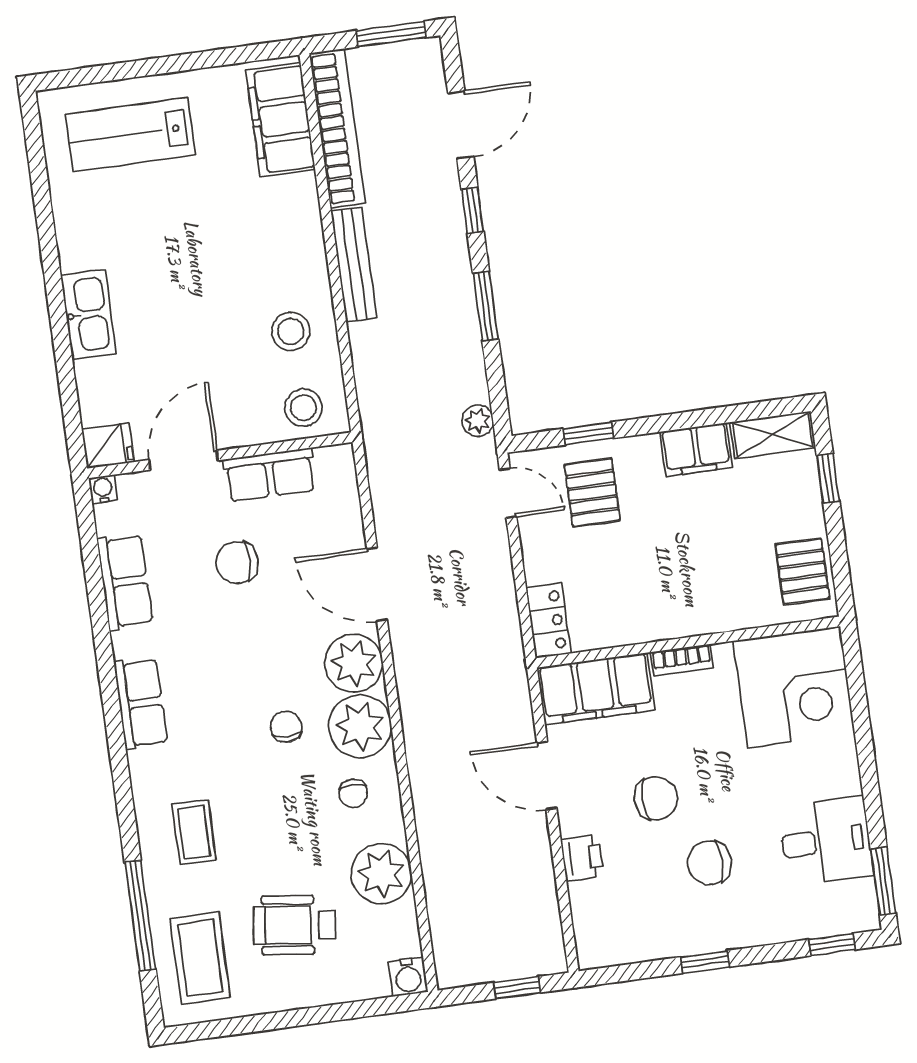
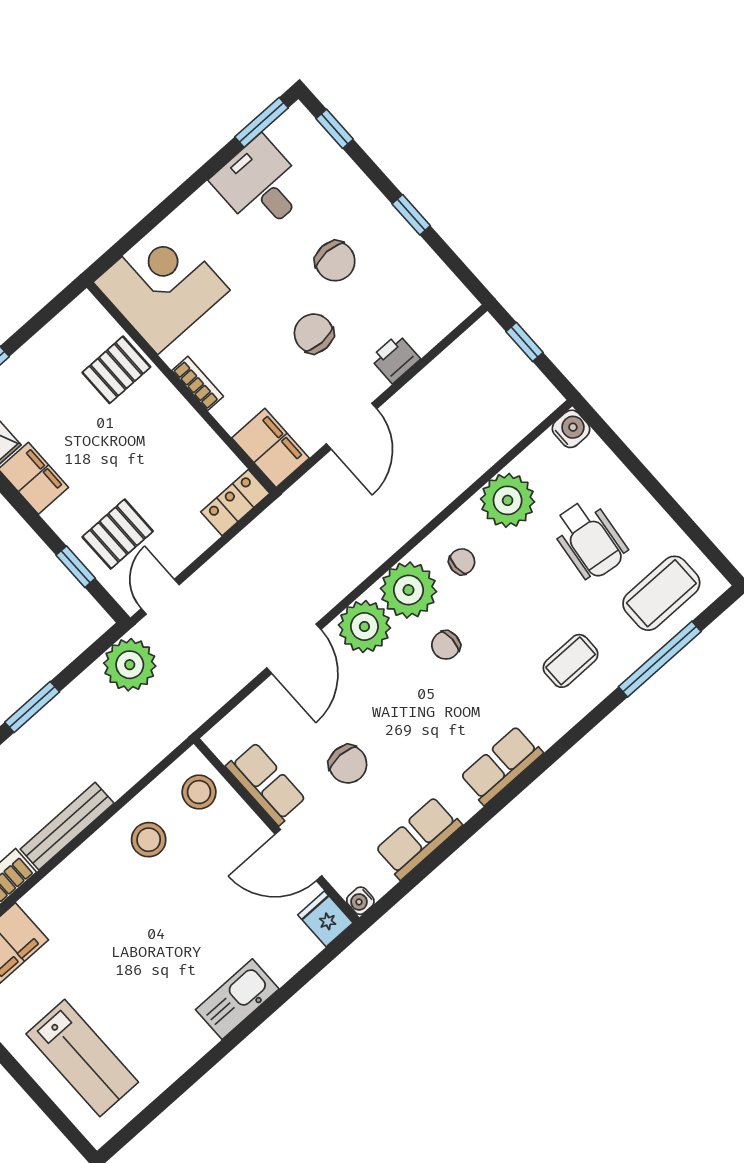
plant: (478, 421) -> (130, 665), width x1.88, depth x1.88
pallet: (802, 571) -> (116, 370), moved
filing cabinet: (596, 689) -> (271, 448), width x0.67, depth x0.86

